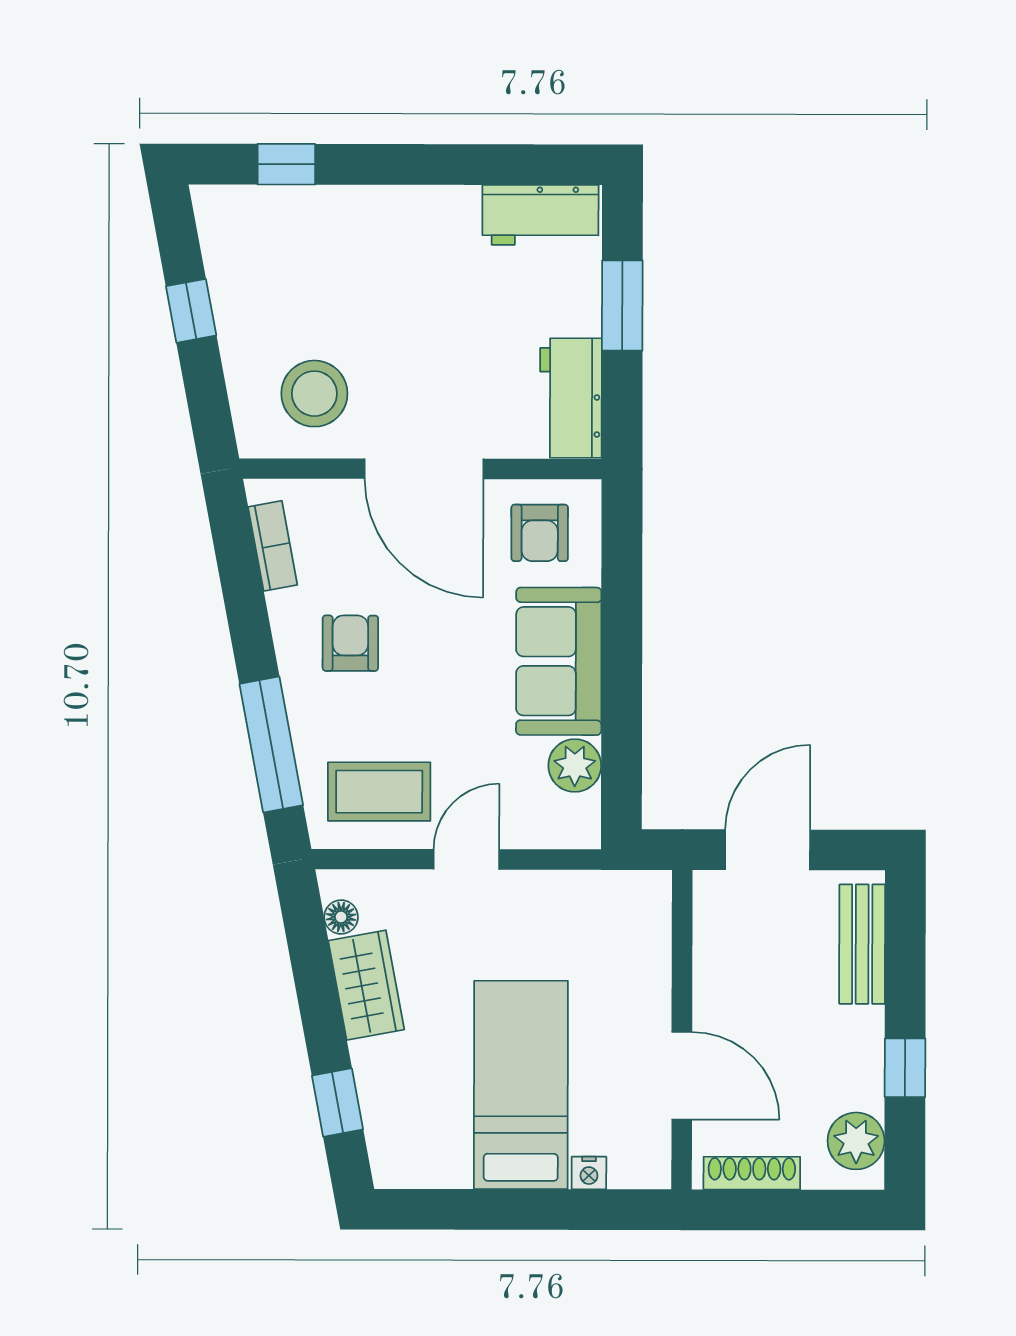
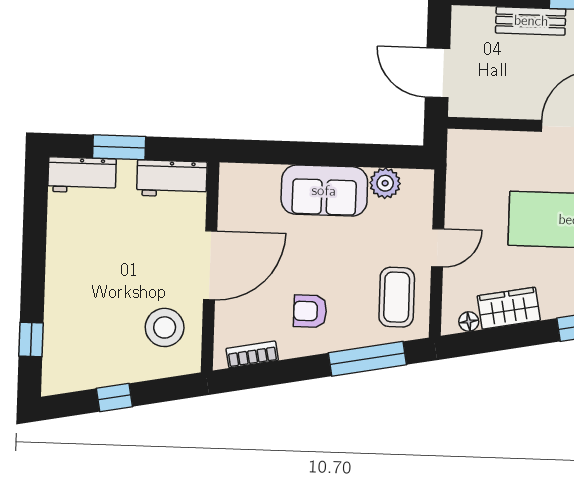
workbench: (540, 215) -> (82, 175), moved, turned 90
armchair: (540, 533) -> (250, 199), removed
door: (466, 859) -> (438, 248), swing flipped
bench: (862, 944) -> (531, 21), moved

